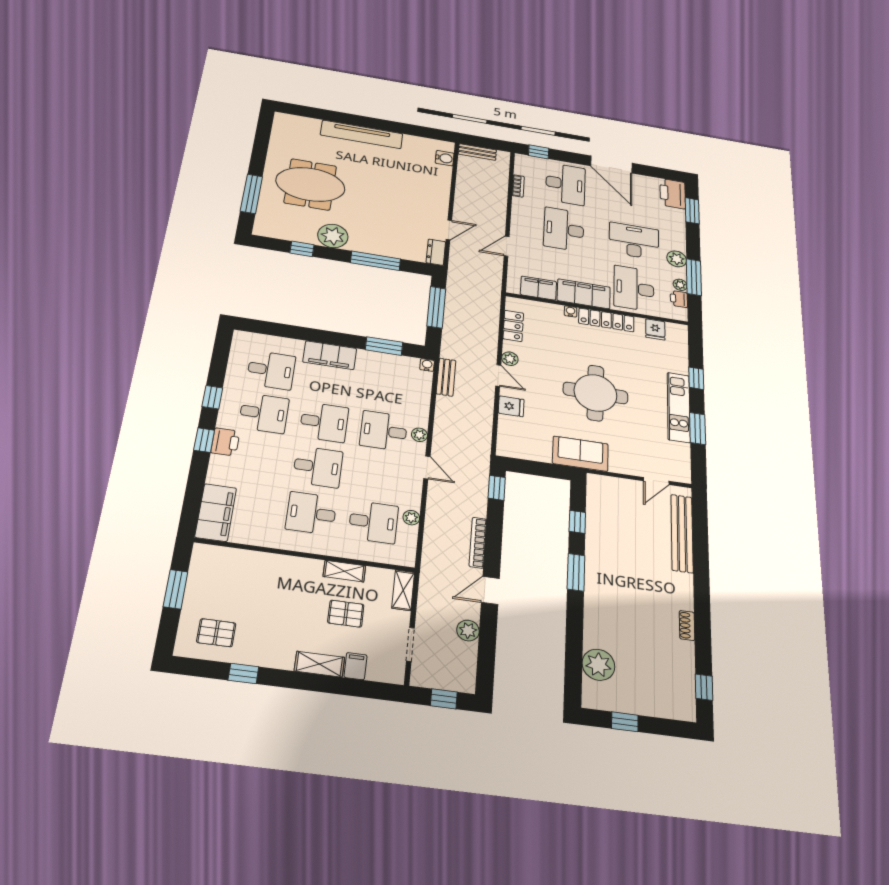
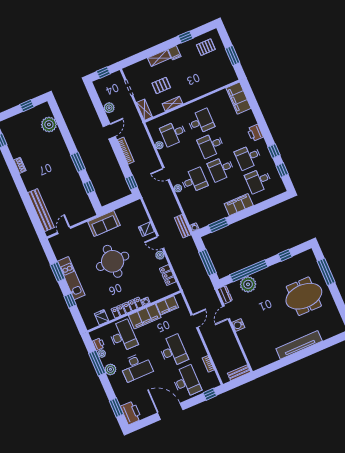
water cooler: (445, 158) -> (238, 325), moved
desk: (565, 184) -> (186, 382), turned 180
plant: (333, 236) -> (248, 284), moved
window: (376, 261) -> (249, 271), width x1.46
window: (204, 440) -> (282, 170), moved
filing cabinet: (356, 666) -> (174, 53), moved

